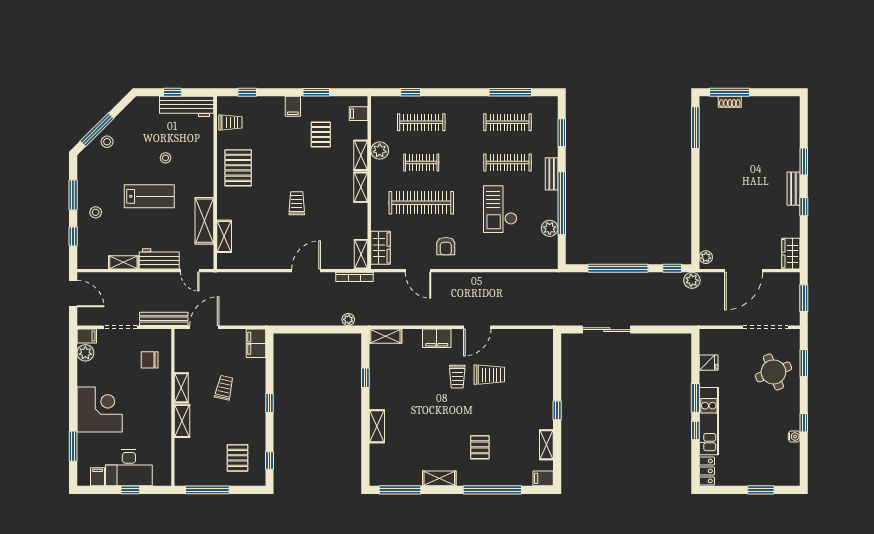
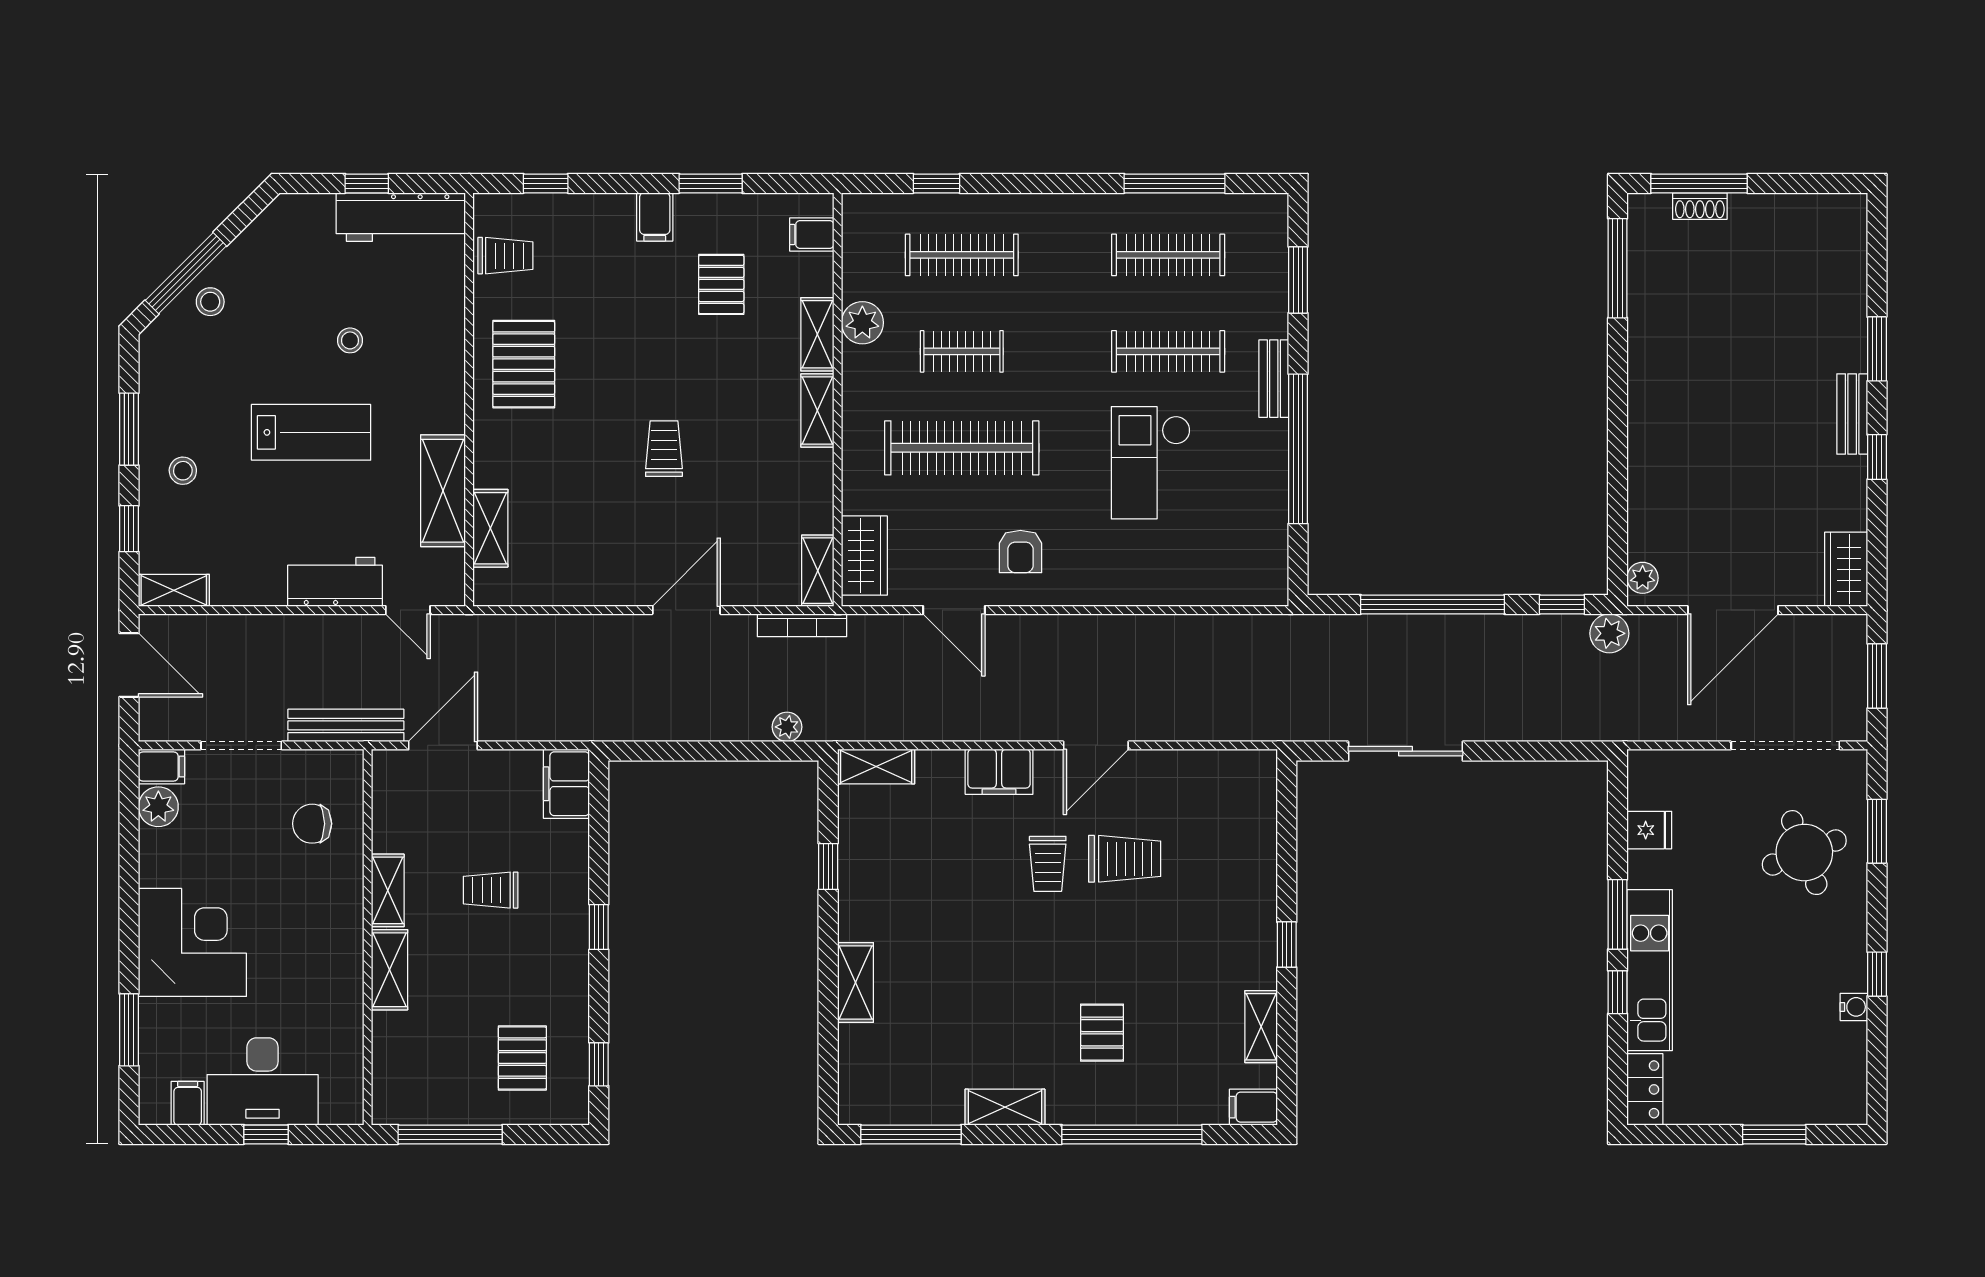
plant: (550, 228) -> (1269, 509), removed
shelving: (123, 262) -> (174, 590), moved
trolley: (224, 388) -> (491, 890), turned -103

